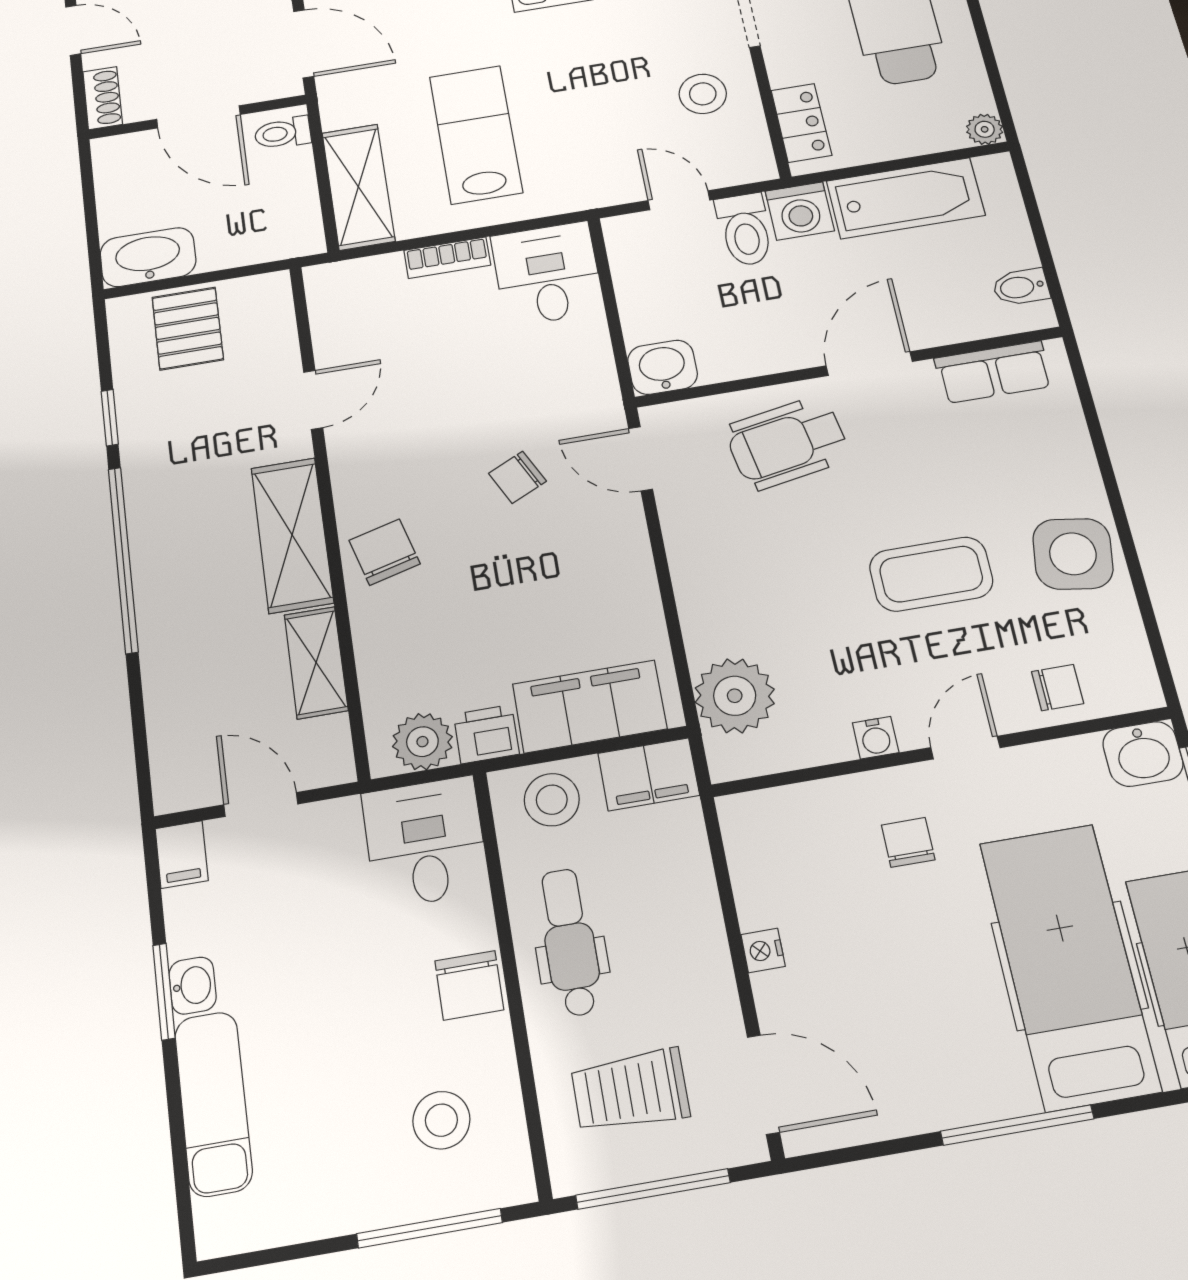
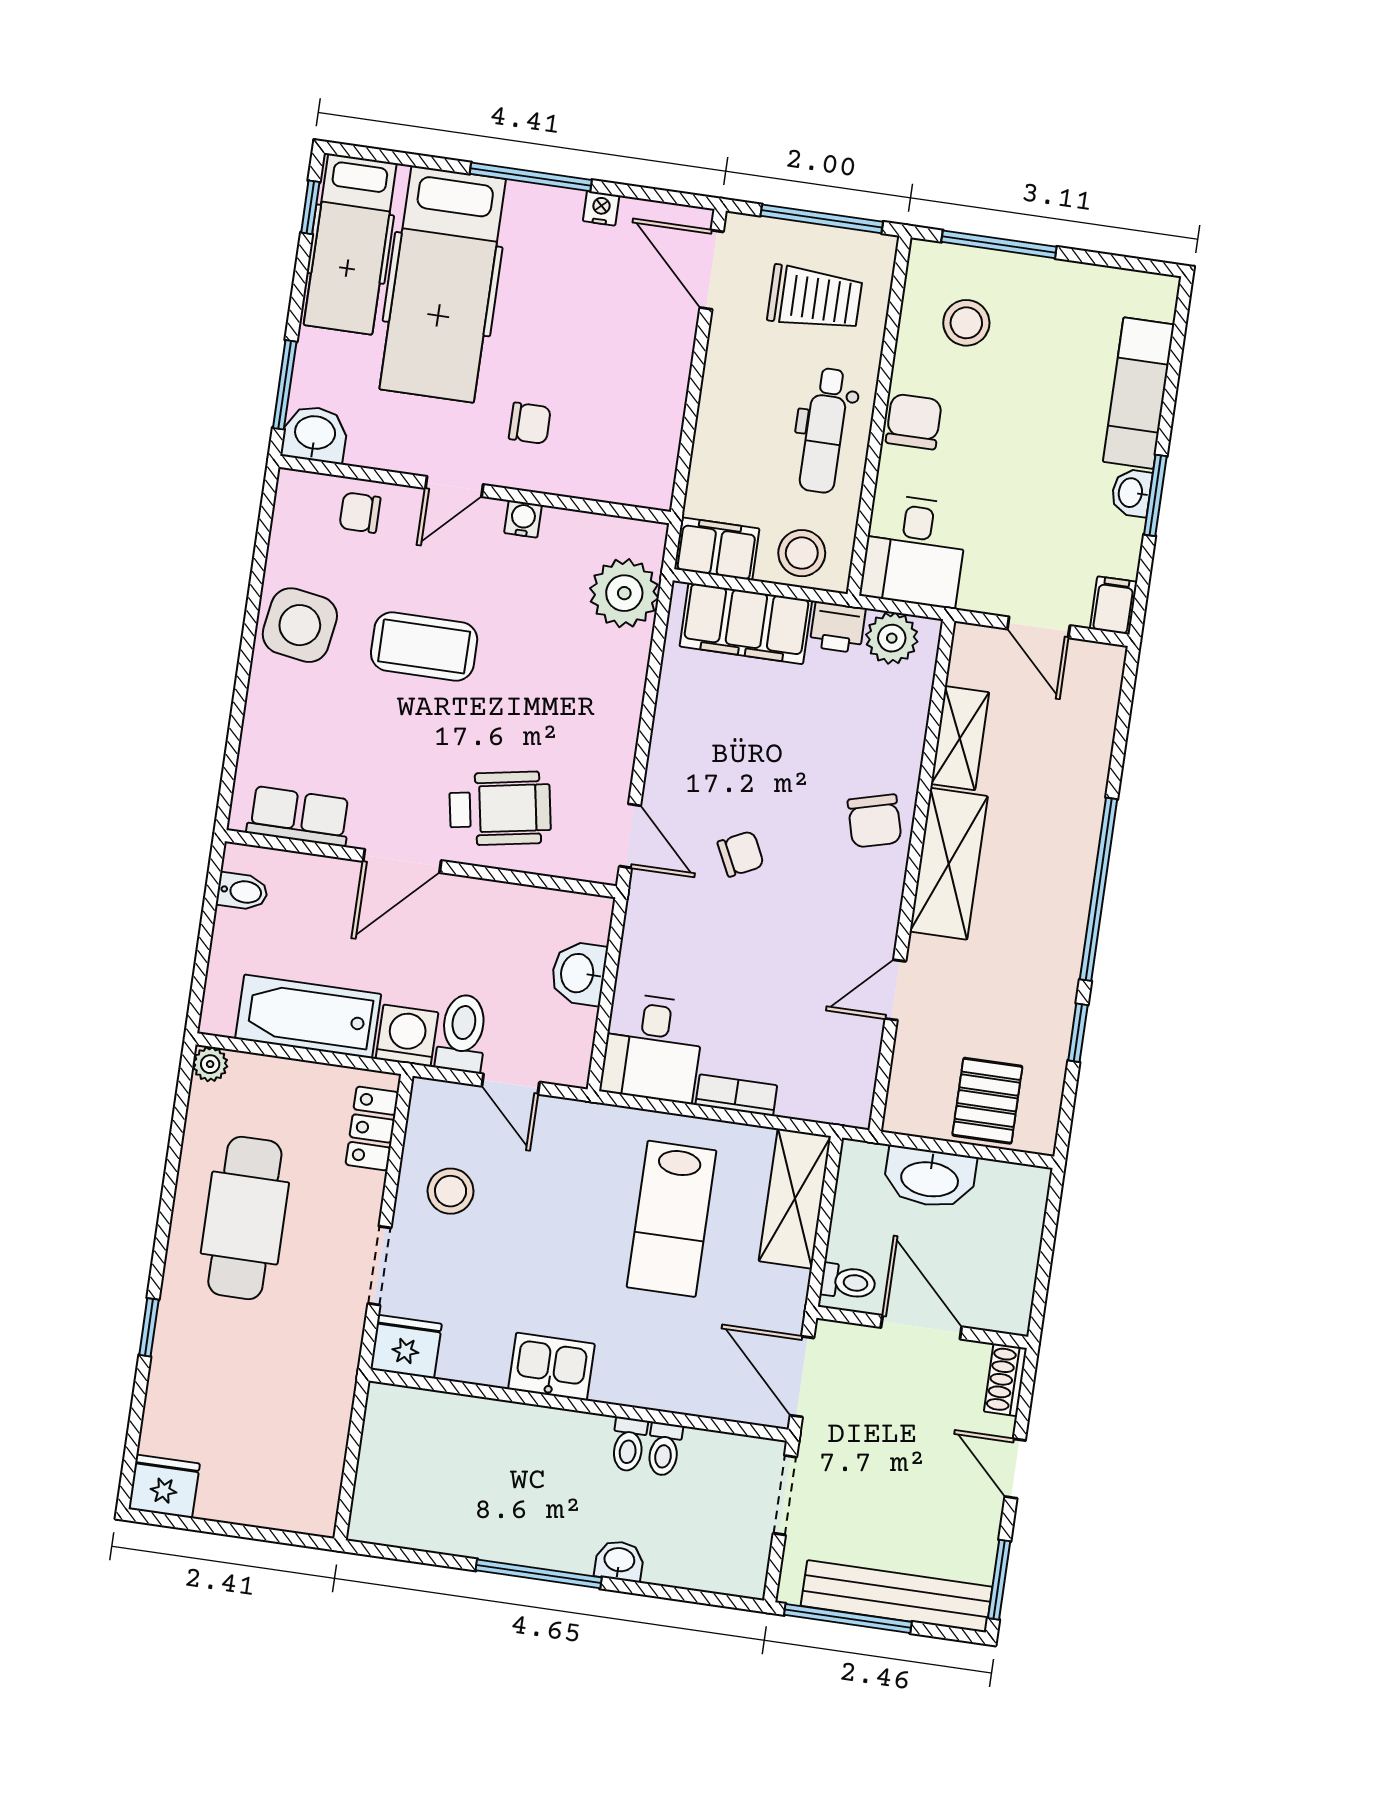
washbasin: (148, 257) -> (930, 1178), moved
washbasin: (663, 367) -> (579, 973), moved, turned 90
chair: (908, 842) -> (530, 423), turned -90
nightstand: (763, 950) -> (601, 208), moved, turned -90

